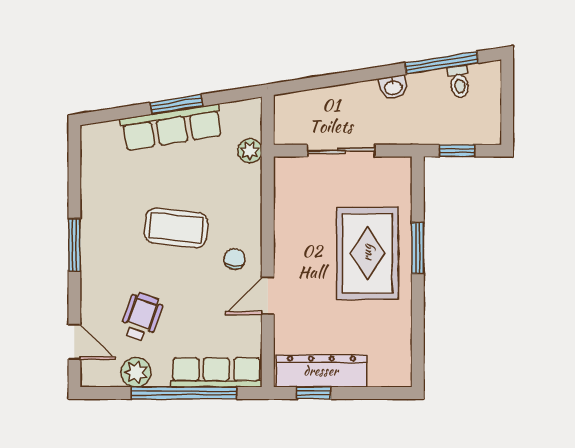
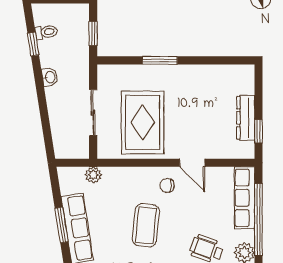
window: (442, 63) -> (33, 44), width x0.46
rug: (367, 253) -> (143, 122), moved, turned 90
dresser: (321, 371) -> (246, 118), width x0.73, depth x0.80

